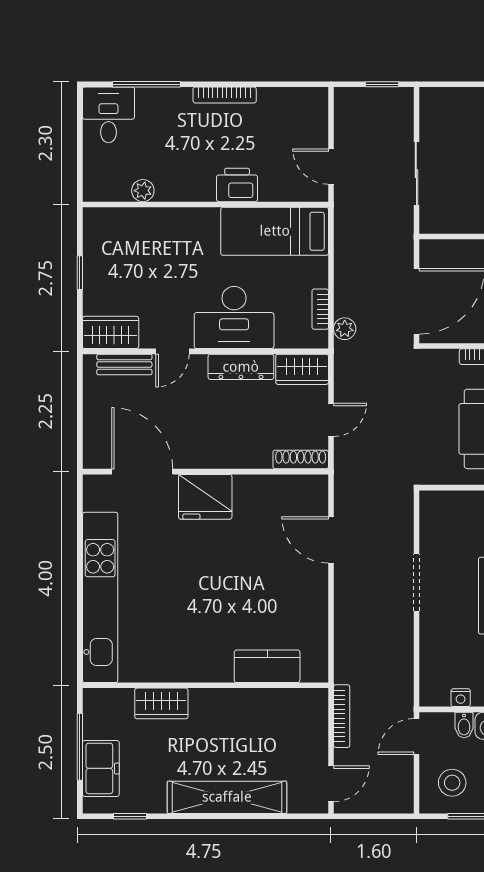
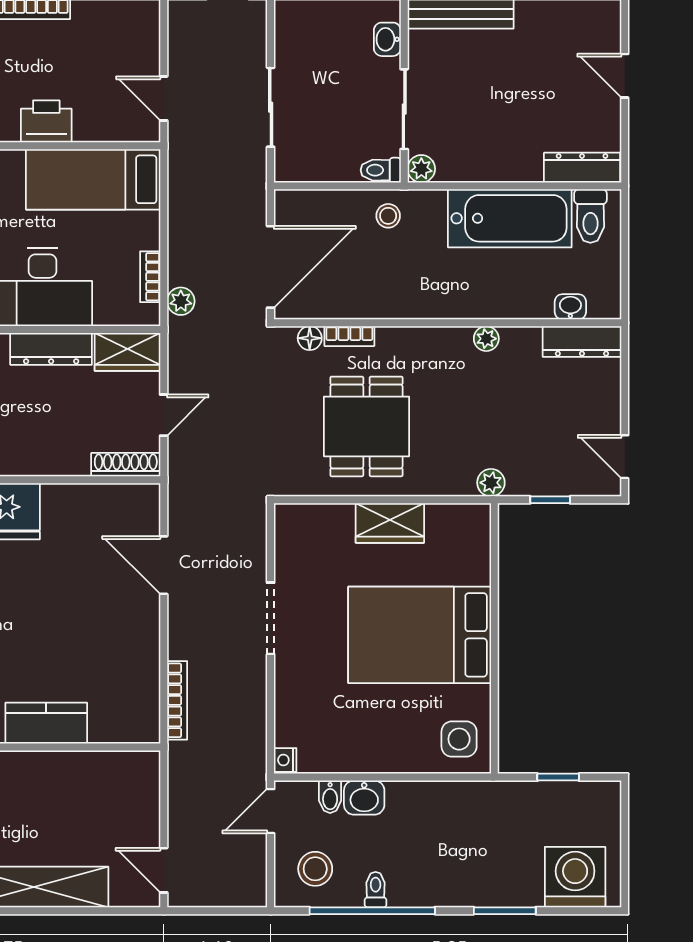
floor lamp: (448, 358) -> (310, 338), added
kitchen counter: (267, 666) -> (46, 723), moved
nightstand: (461, 698) -> (285, 760), moved, turned 90
bookcase: (342, 716) -> (177, 700), moved
door: (331, 784) -> (164, 870), swing flipped

